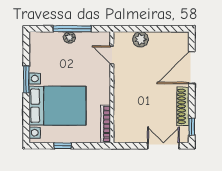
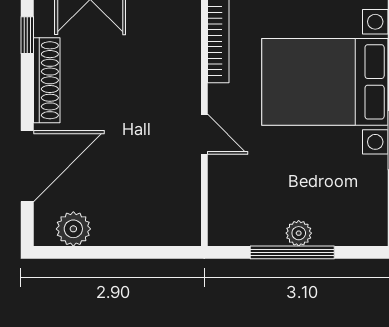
plant: (140, 39) -> (73, 229), moved
door: (112, 55) -> (204, 134), moved

